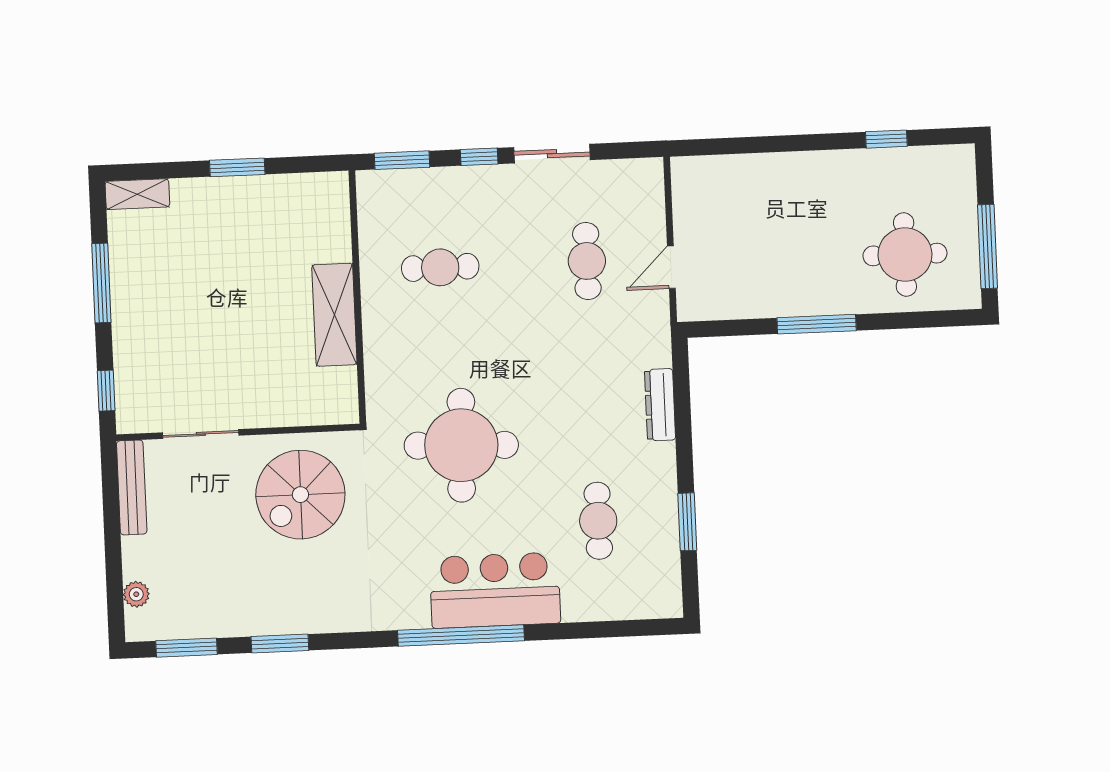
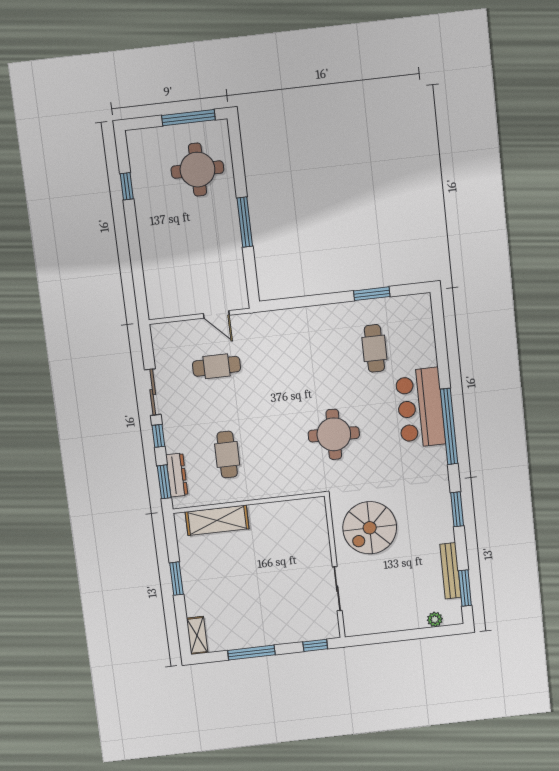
shelving: (334, 315) -> (217, 520), moved
dresser: (660, 405) -> (177, 475), moved, turned -90
round table: (461, 445) -> (334, 434), width x0.73, depth x0.73
bench: (132, 487) -> (450, 571), moved, turned 90
spiral stairs: (300, 495) -> (370, 528), turned 90
cafe table: (598, 521) -> (374, 348), turned 90
window: (280, 643) -> (457, 509), moved

